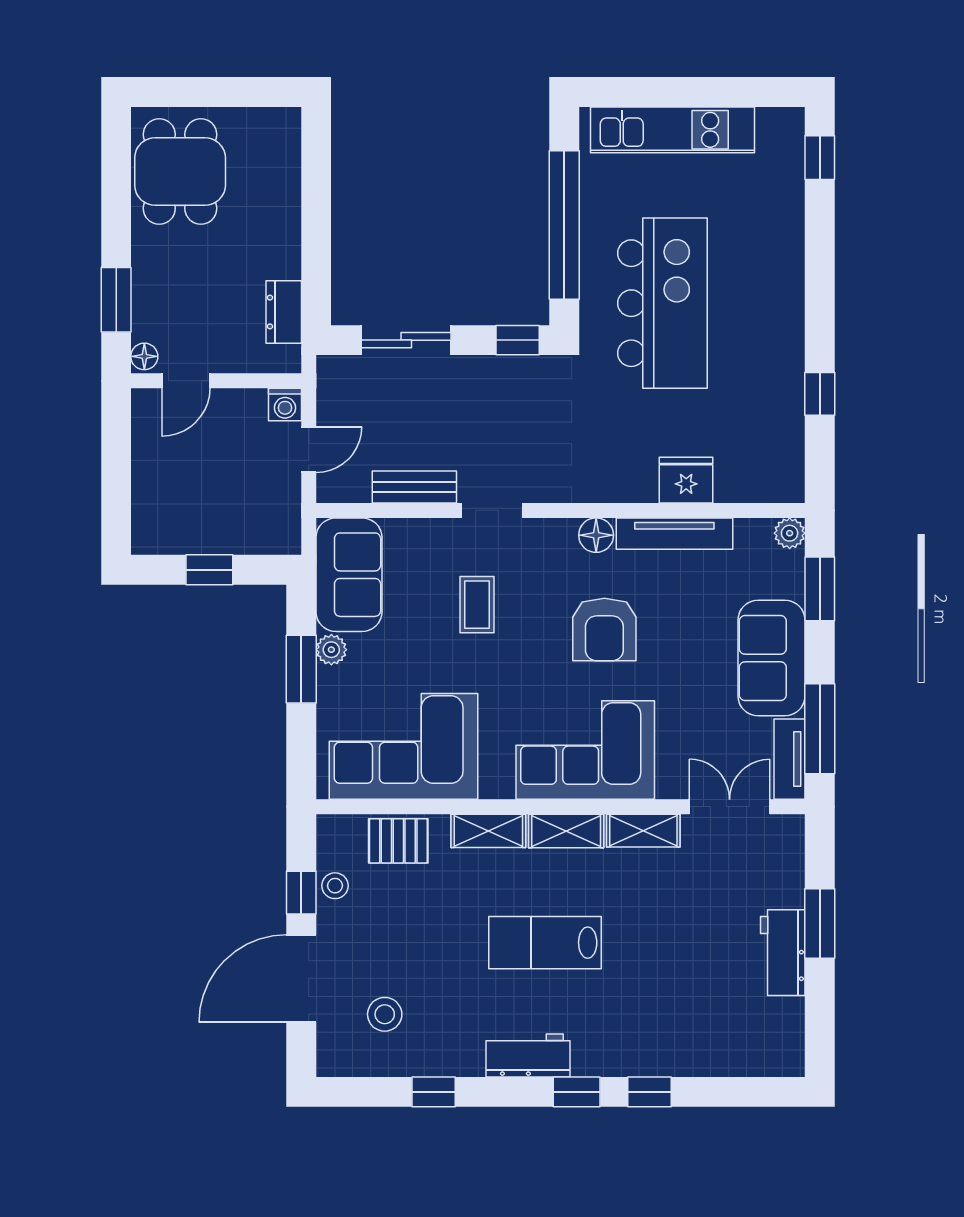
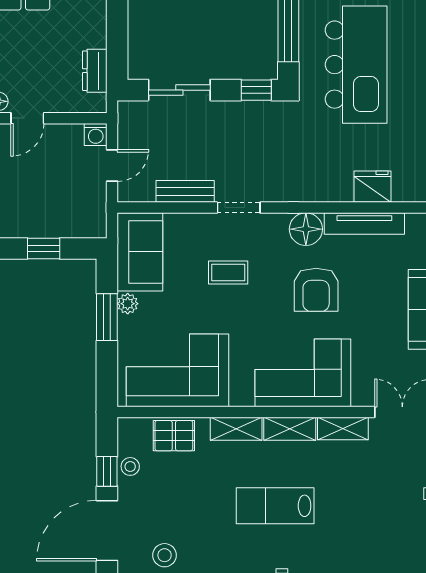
floor lamp: (596, 535) -> (306, 229), width x1.38, depth x1.38
coffee table: (477, 605) -> (228, 273), turned 90

